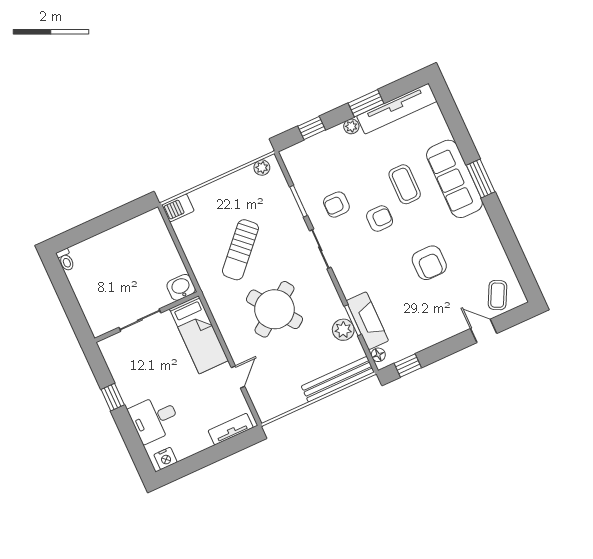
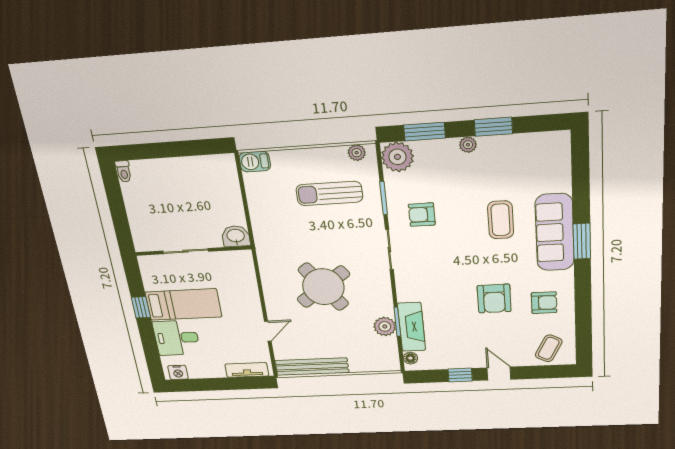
tv unit: (397, 109) -> (524, 144), removed
window: (312, 128) -> (425, 132), width x1.50
plant: (297, 159) -> (397, 157), added
armchair: (380, 219) -> (544, 303), moved
sun lounger: (240, 250) -> (329, 193), moved, turned 47
door: (484, 331) -> (499, 374), moved
bed: (199, 335) -> (183, 305), moved, turned -90
window: (408, 366) -> (460, 375), moved
bench: (338, 379) -> (312, 367), moved

